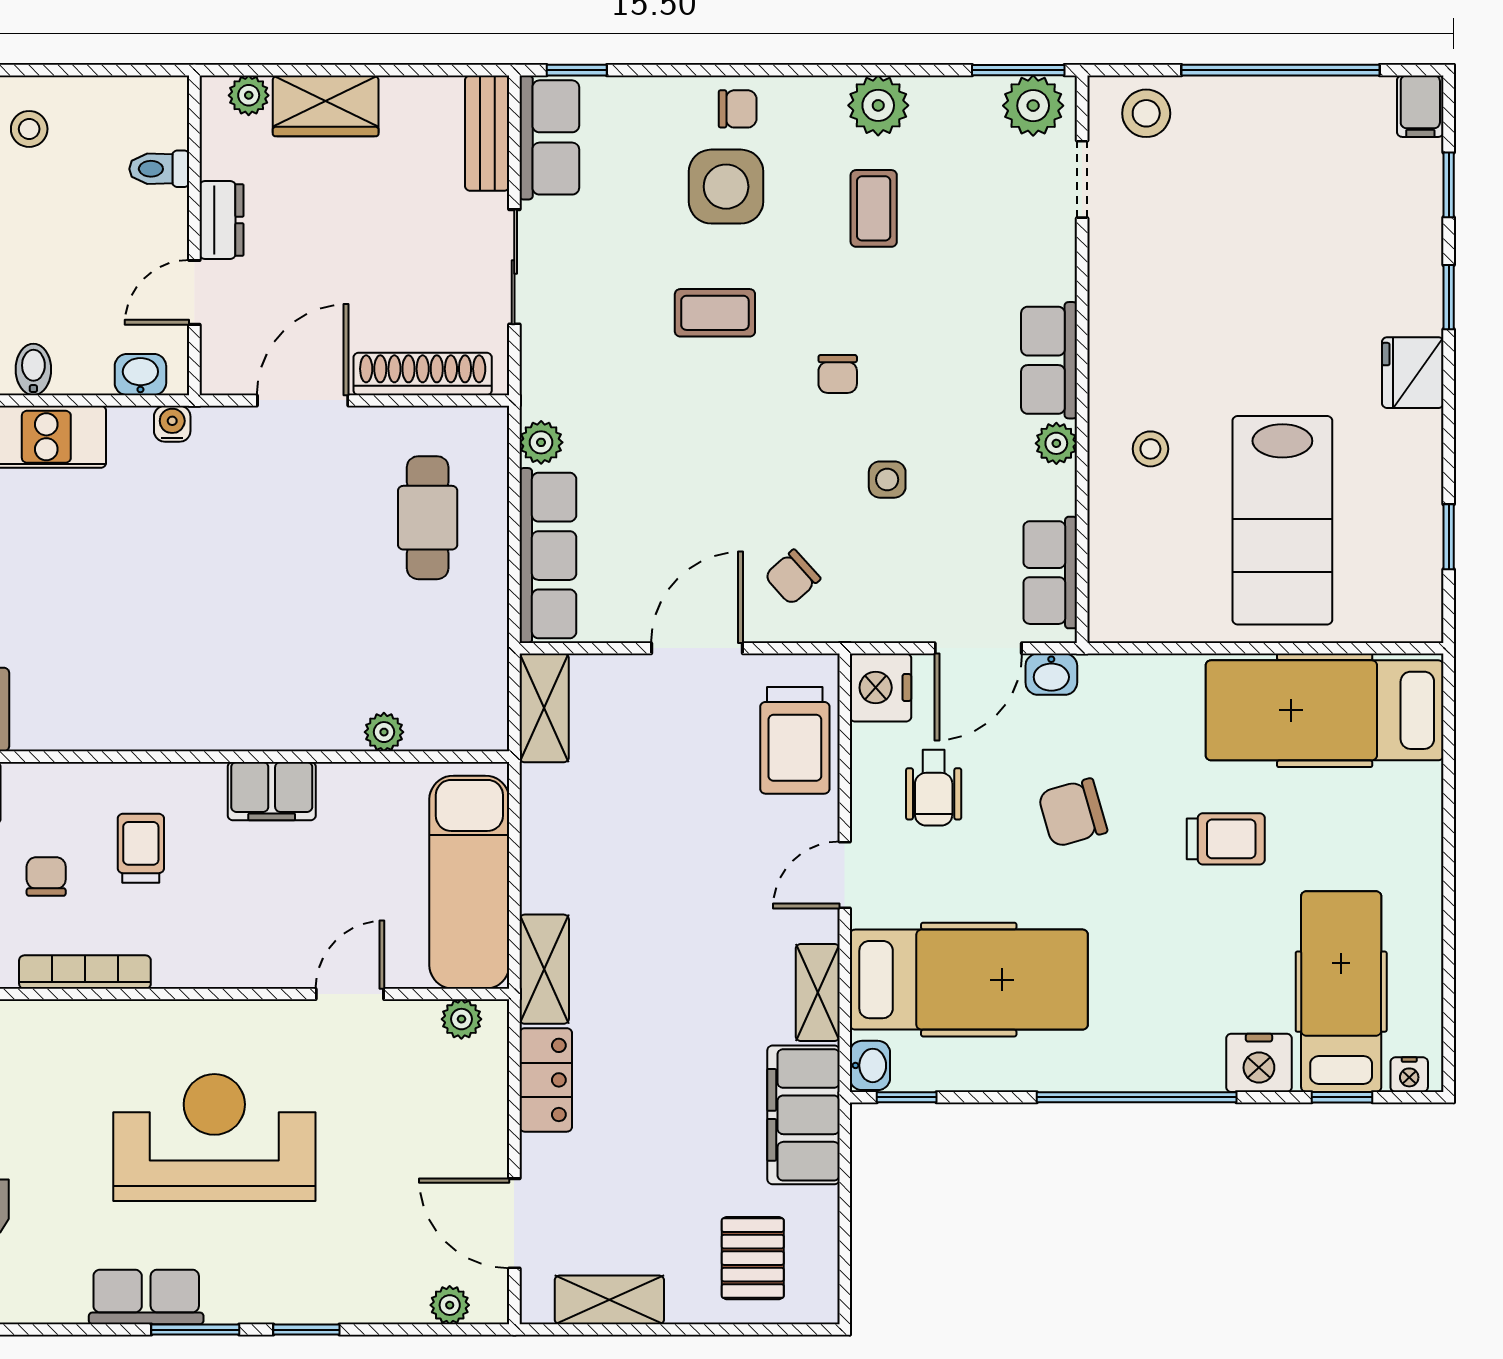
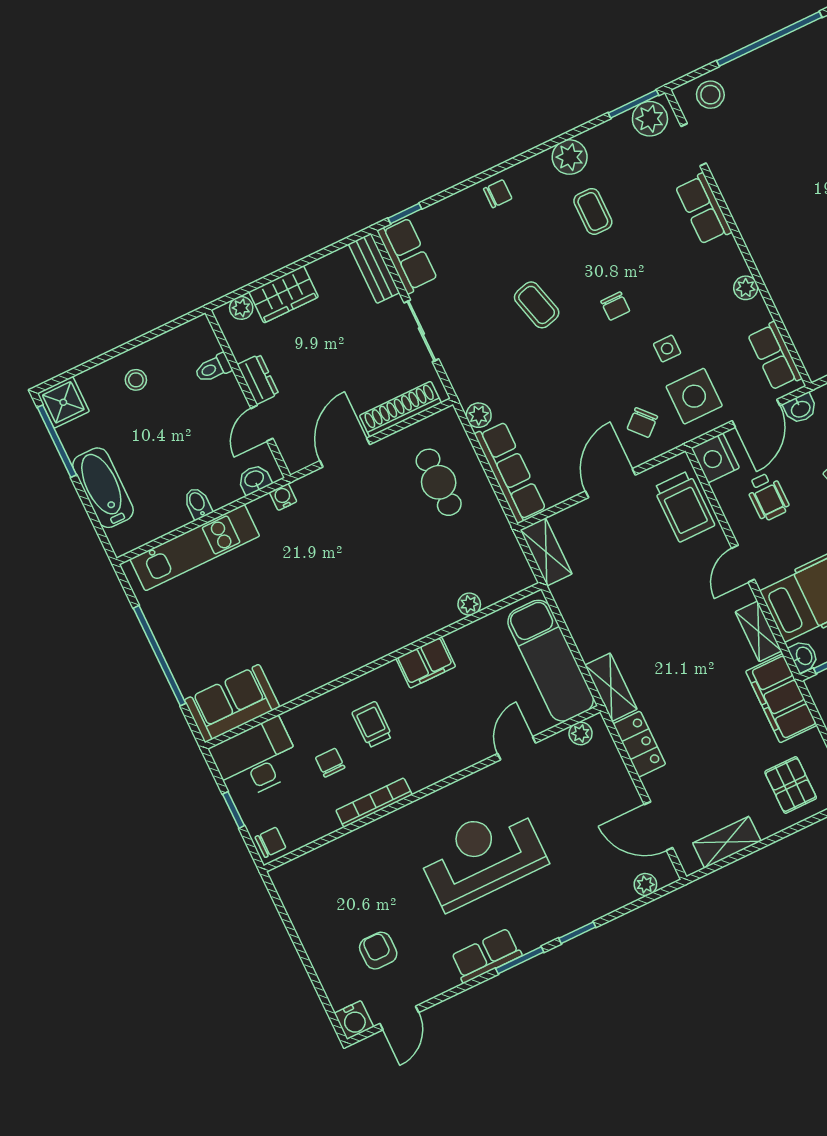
side table: (726, 187) -> (694, 396), moved
coffee table: (715, 313) -> (537, 305), turned 75
row of seats: (1049, 360) -> (703, 209), moved
stool: (1150, 449) -> (796, 267), removed

